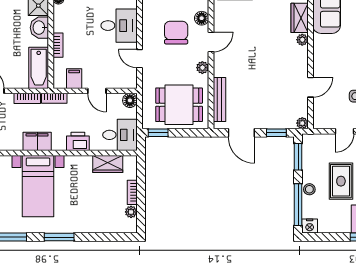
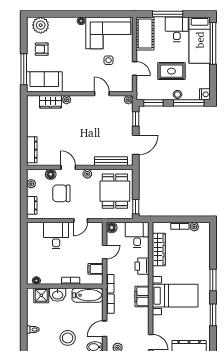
wardrobe: (108, 164) -> (159, 249), width x1.50

